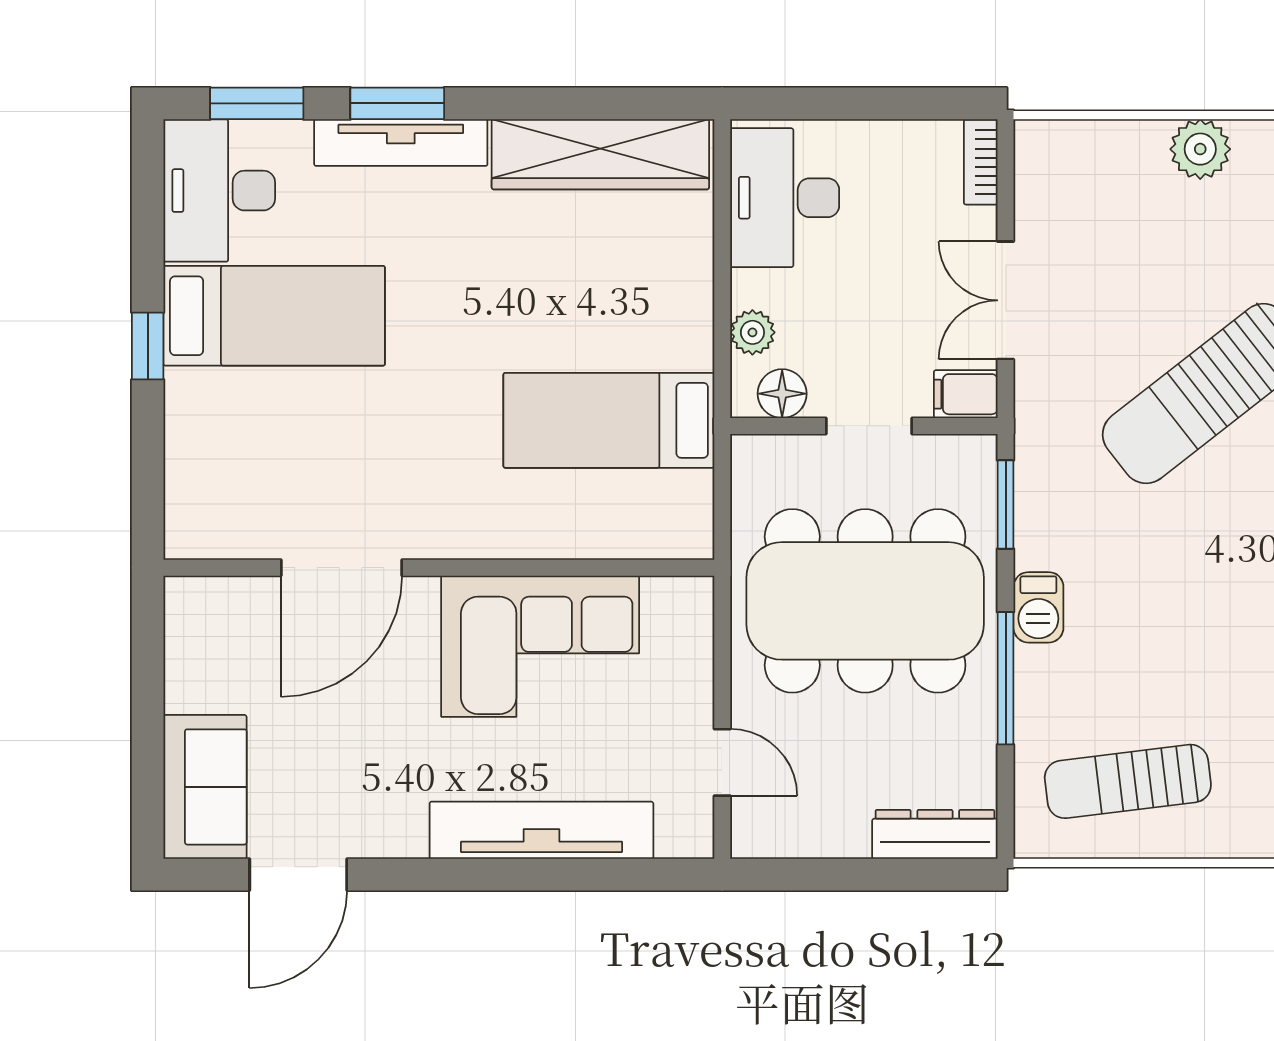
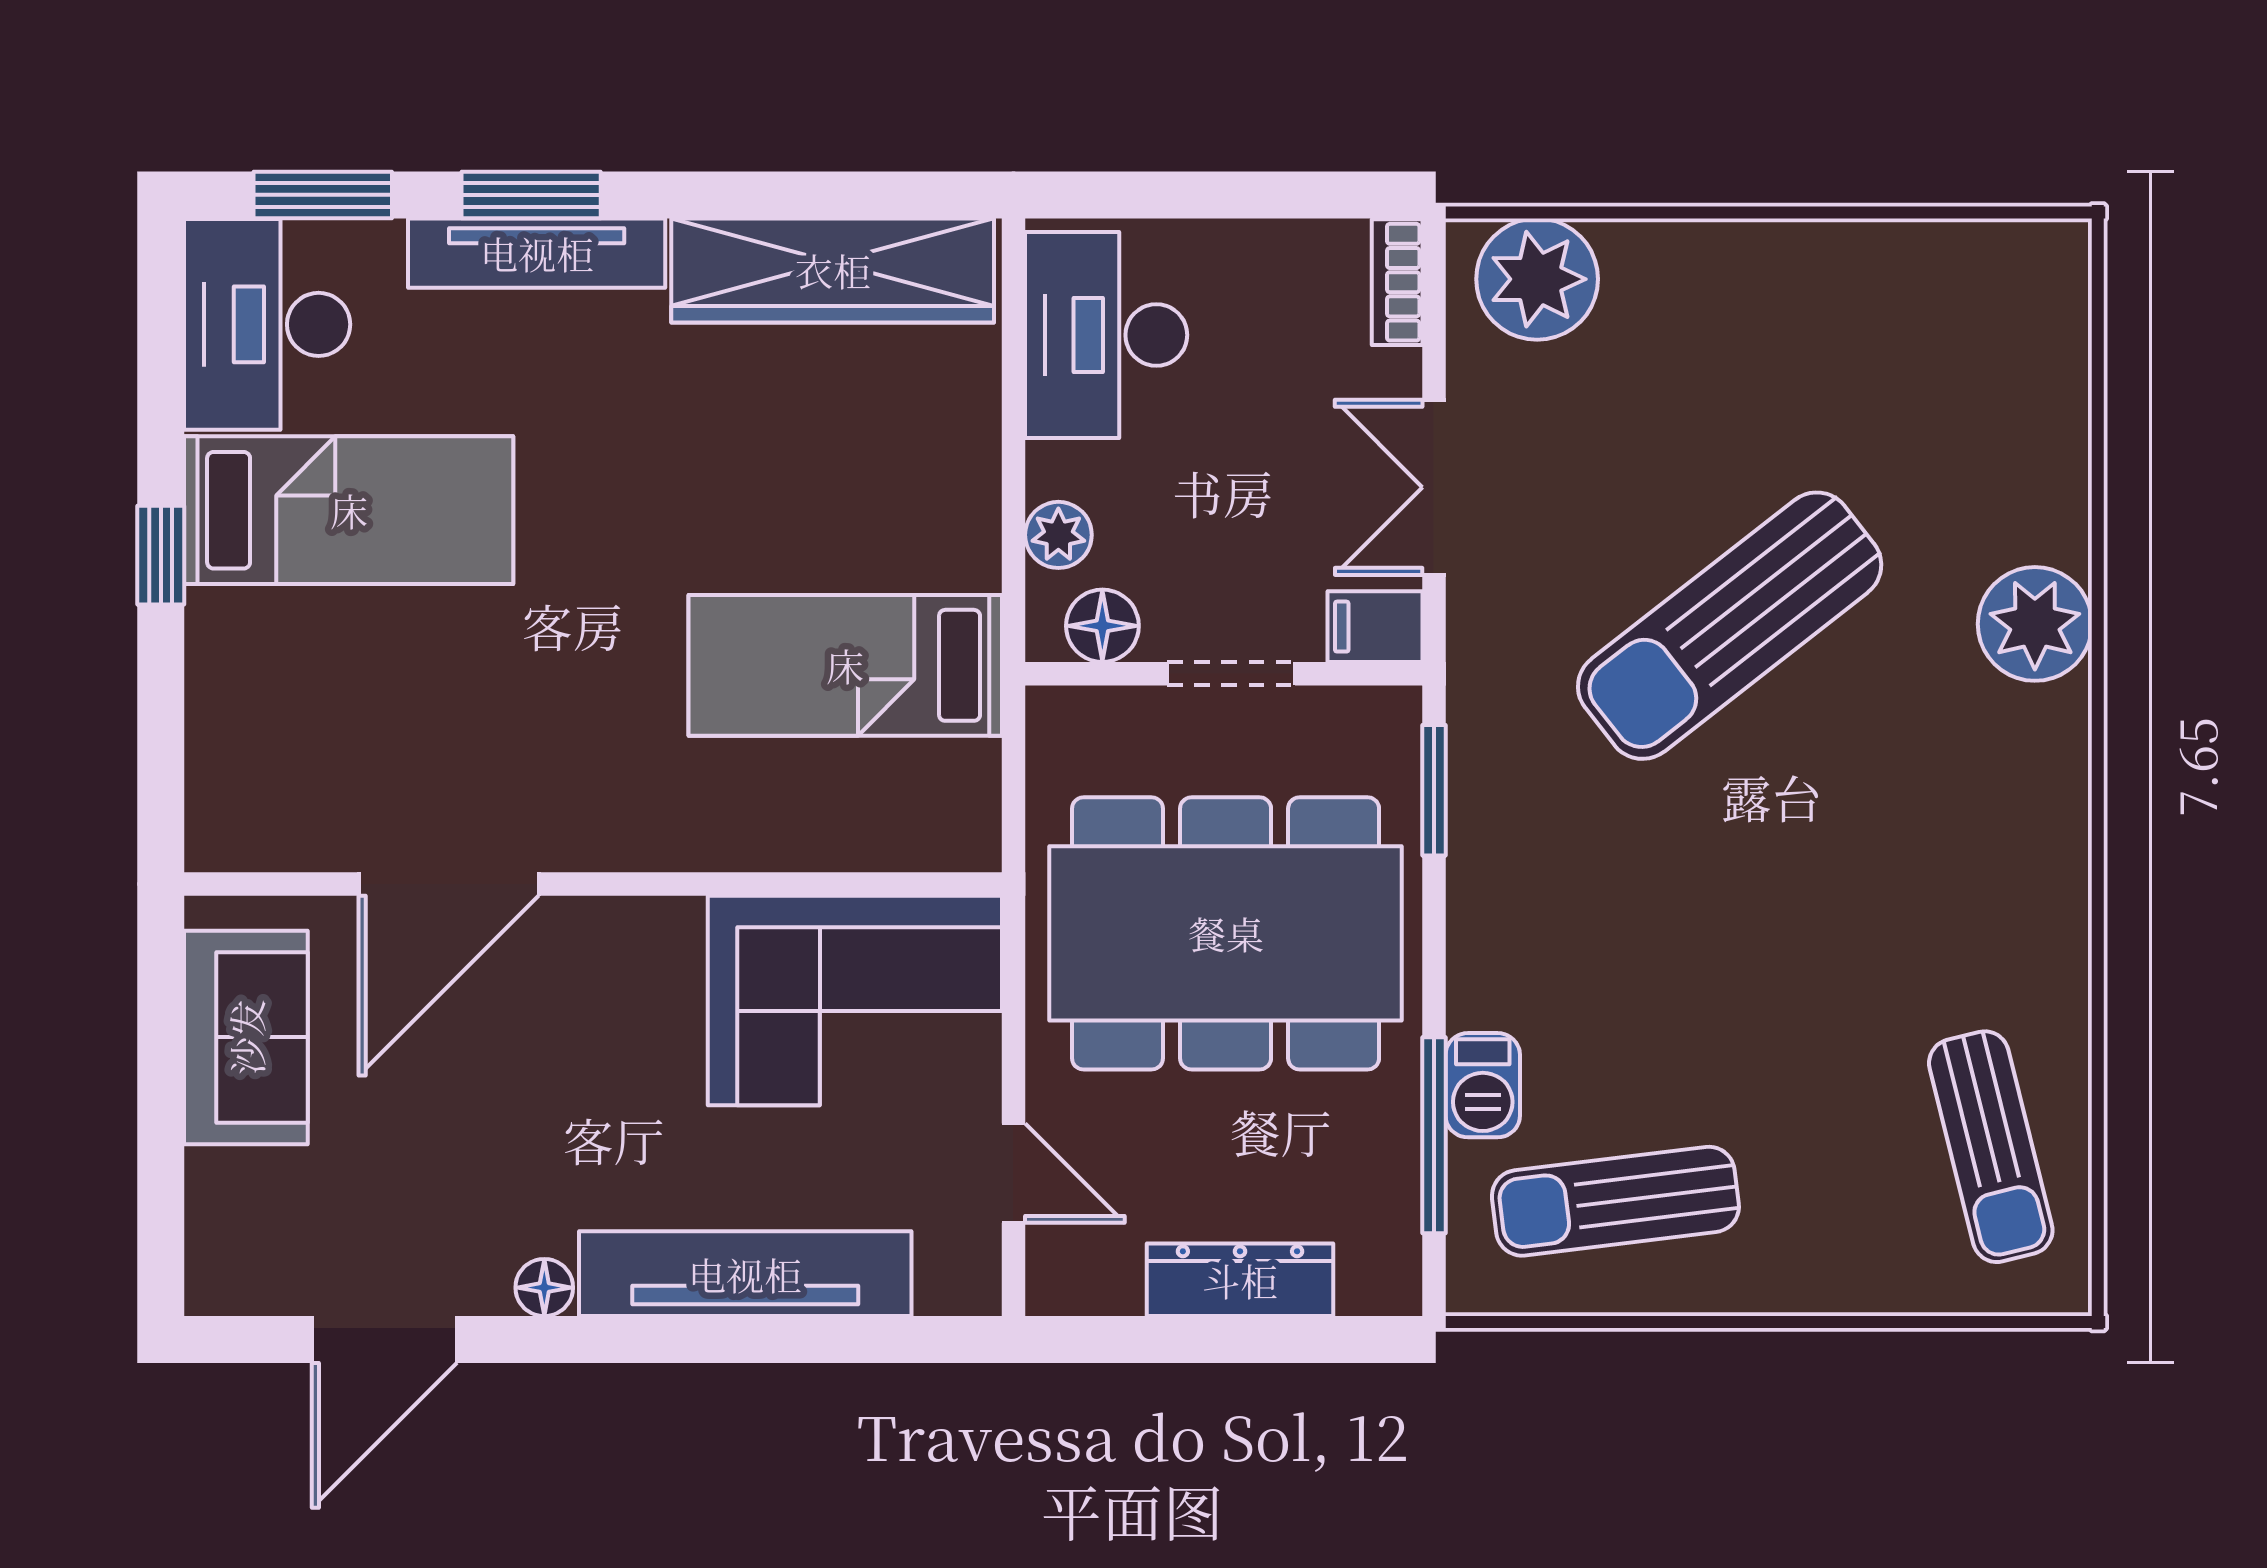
plant: (1200, 149) -> (1537, 279), moved, width x1.36, depth x1.36
barbecue: (1038, 607) -> (1483, 1085), moved
corner sofa: (540, 646) -> (855, 1001), moved
window: (1006, 678) -> (1434, 1135), moved
sofa: (205, 787) -> (246, 1037), moved
dresser: (935, 834) -> (1240, 1280), moved
floor lamp: (406, 840) -> (544, 1288), added

